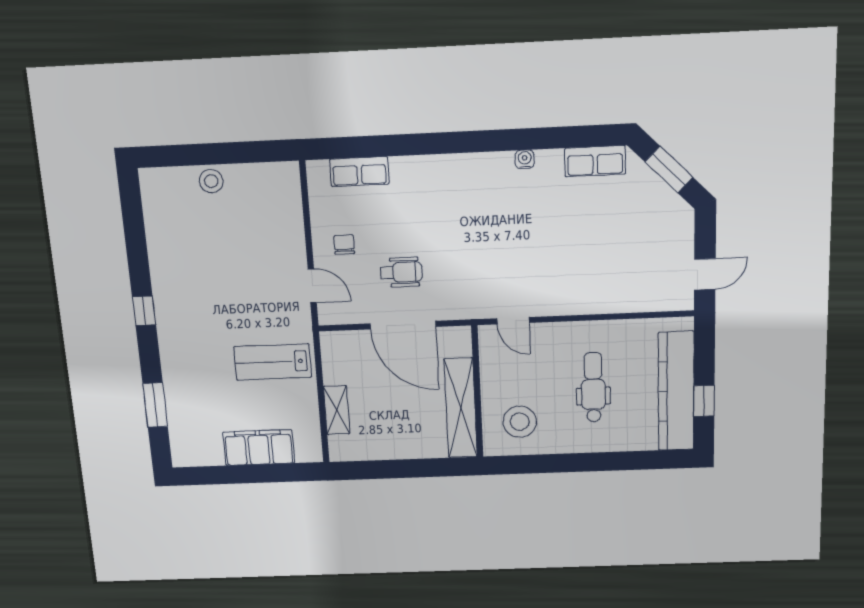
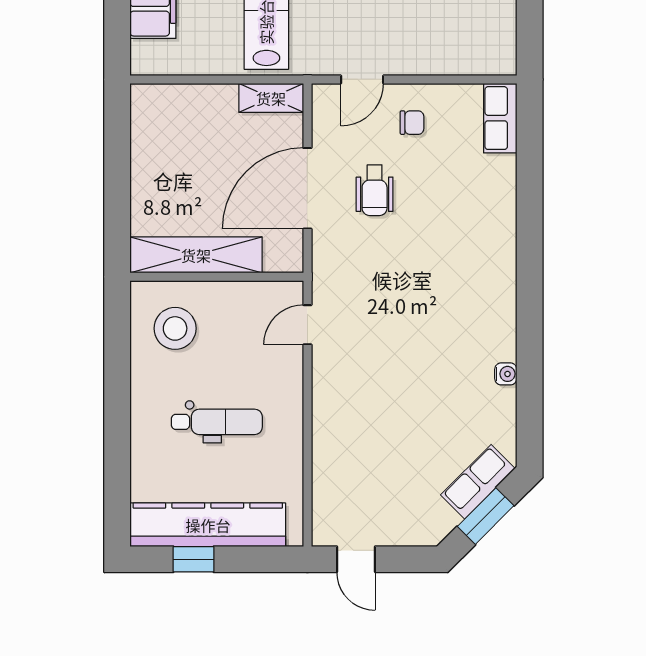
water cooler: (525, 159) -> (506, 374), moved
row of seats: (595, 161) -> (478, 482), moved, turned 45
row of seats: (359, 172) -> (500, 118), moved
shelving: (337, 410) -> (271, 98), moved

